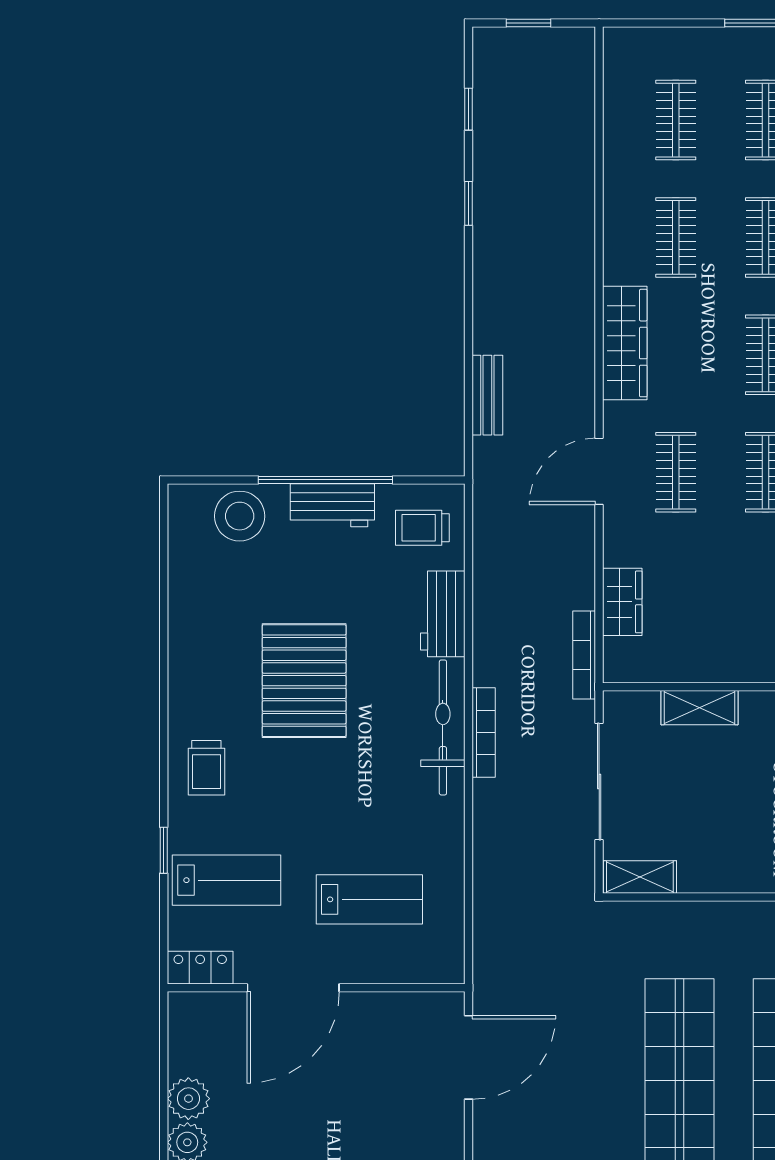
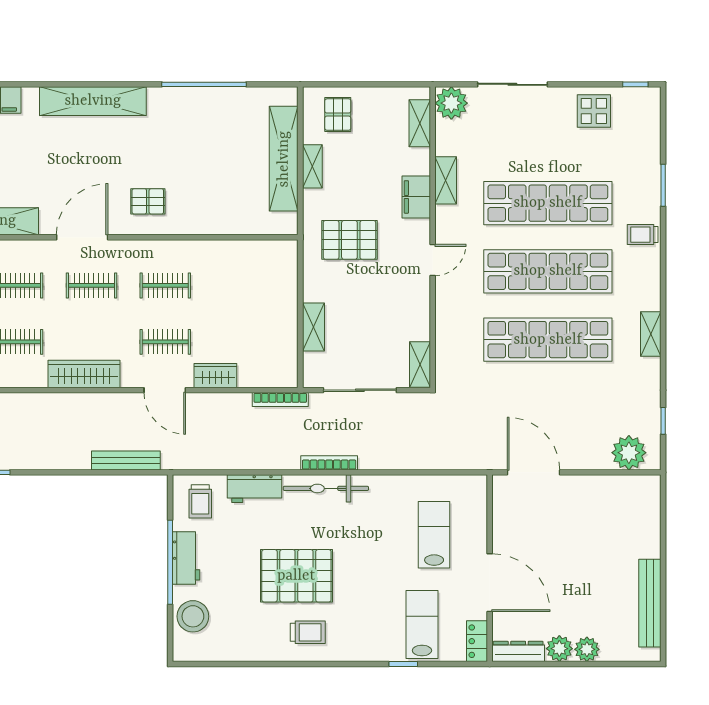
bench: (487, 395) -> (126, 460), width x1.36
wardrobe: (622, 602) -> (215, 376), moved
trolley: (206, 768) -> (308, 632), moved
dresser: (184, 1033) -> (518, 651), added

